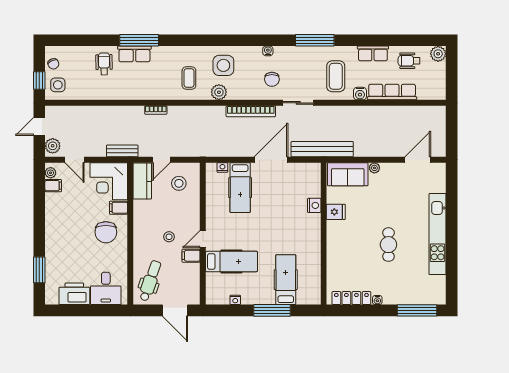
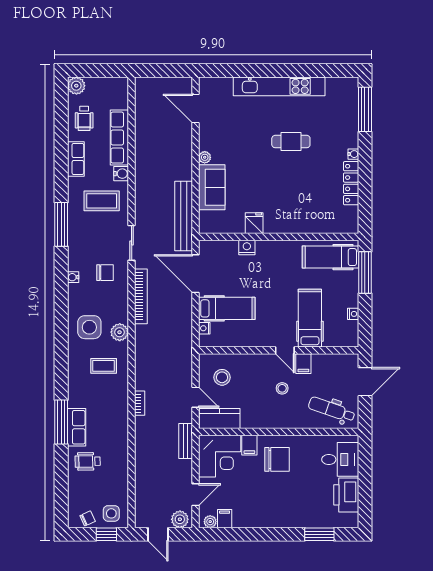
nightstand: (314, 205) -> (247, 247), moved
fridge: (336, 212) -> (254, 223), moved
wall: (324, 234) -> (279, 237), moved

